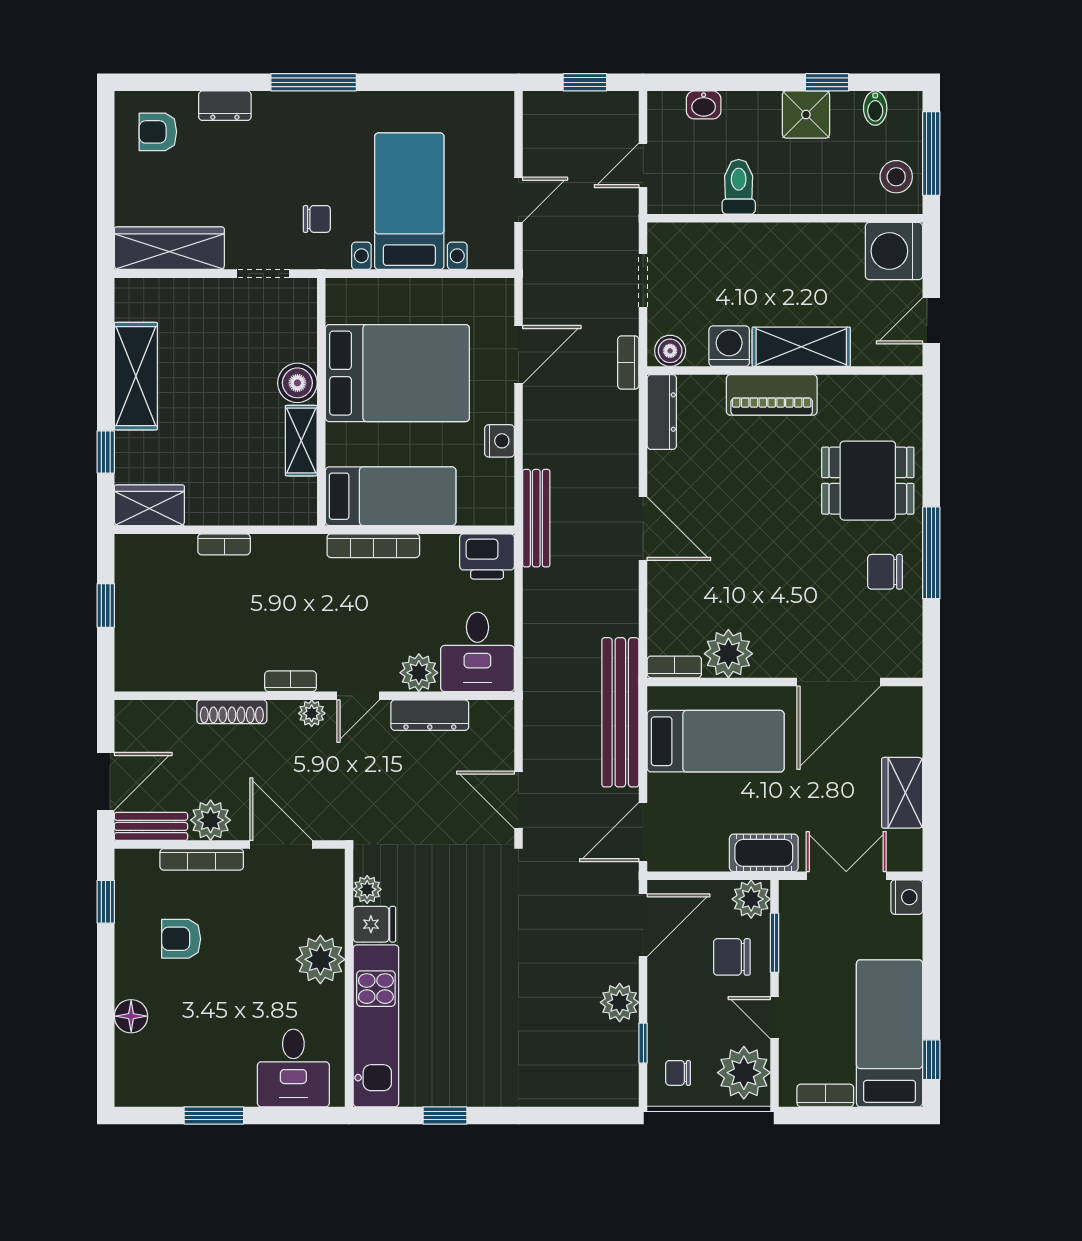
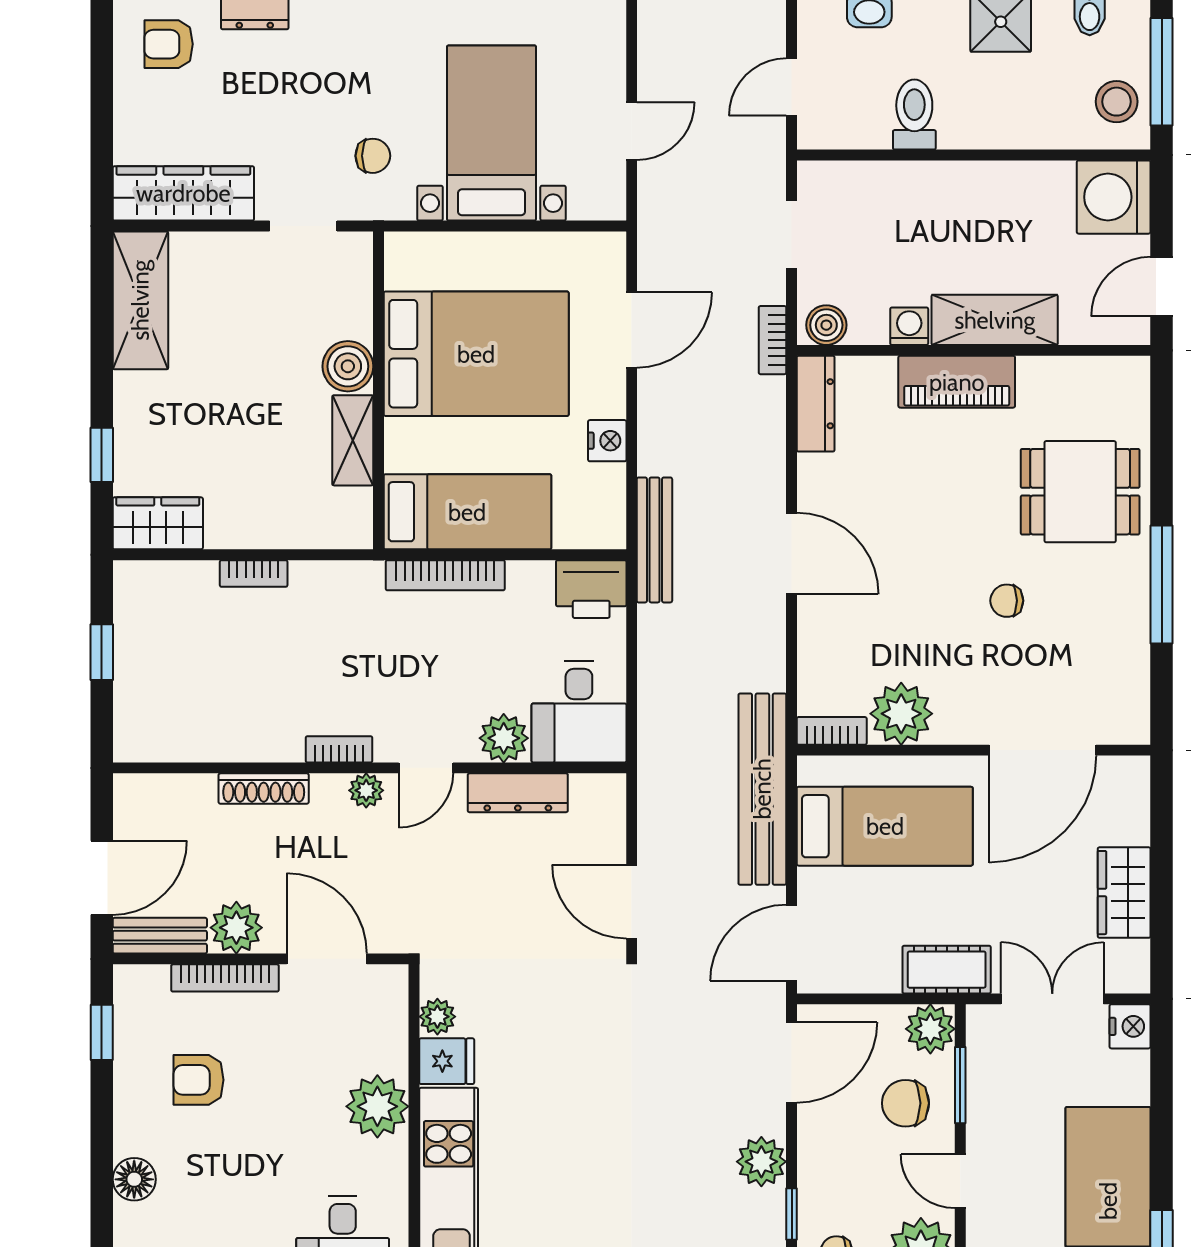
washing machine: (729, 346) -> (909, 326), width x0.73, depth x0.73
shelving: (136, 376) -> (140, 300), moved
chair: (885, 572) -> (1007, 601), moved, width x0.73, depth x0.73

